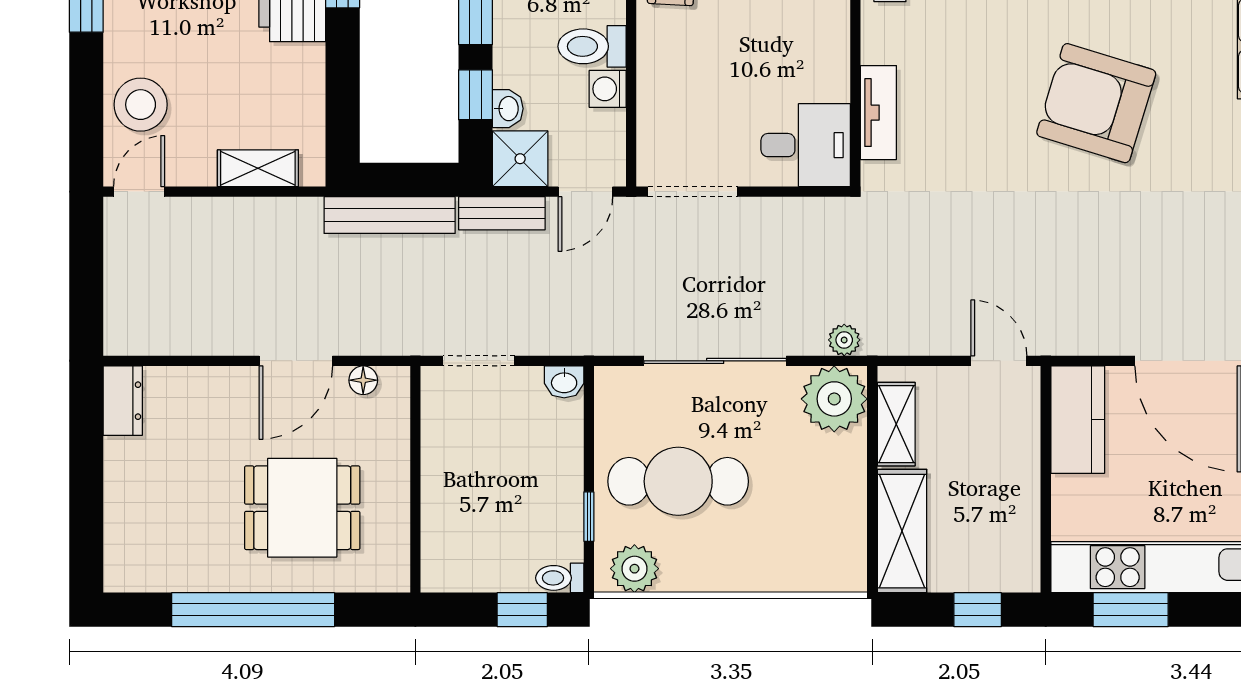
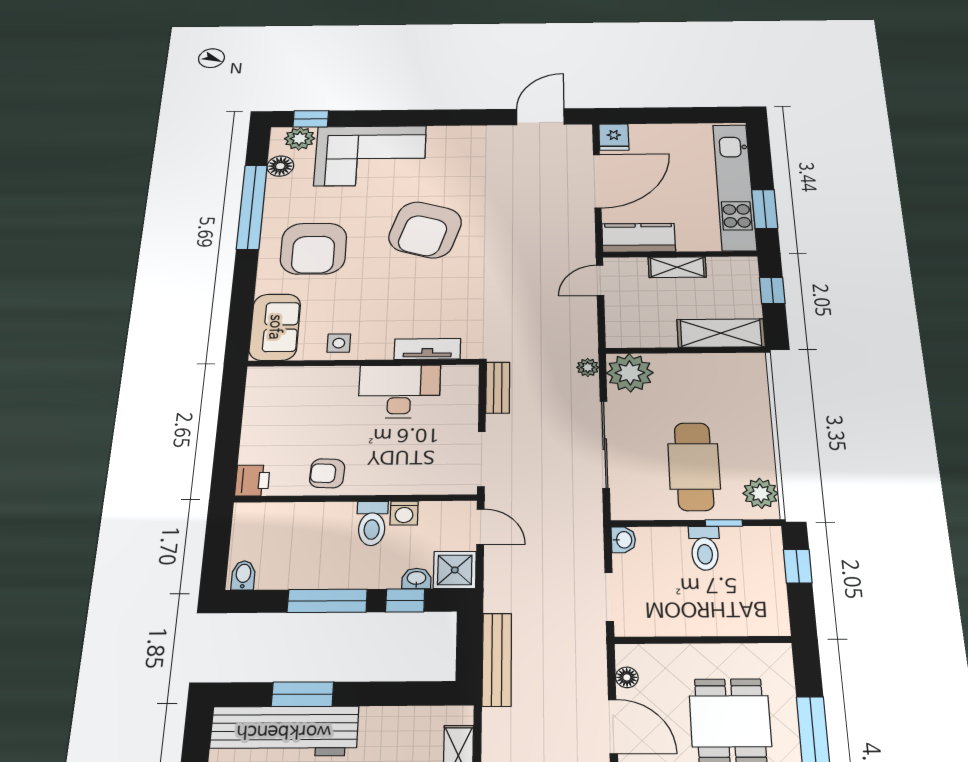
desk: (806, 145) -> (399, 391), moved, width x1.37
bench: (502, 213) -> (498, 388), moved
shelving: (896, 424) -> (677, 267), moved
toilet: (560, 578) -> (705, 548), moved, width x1.37, depth x1.39

